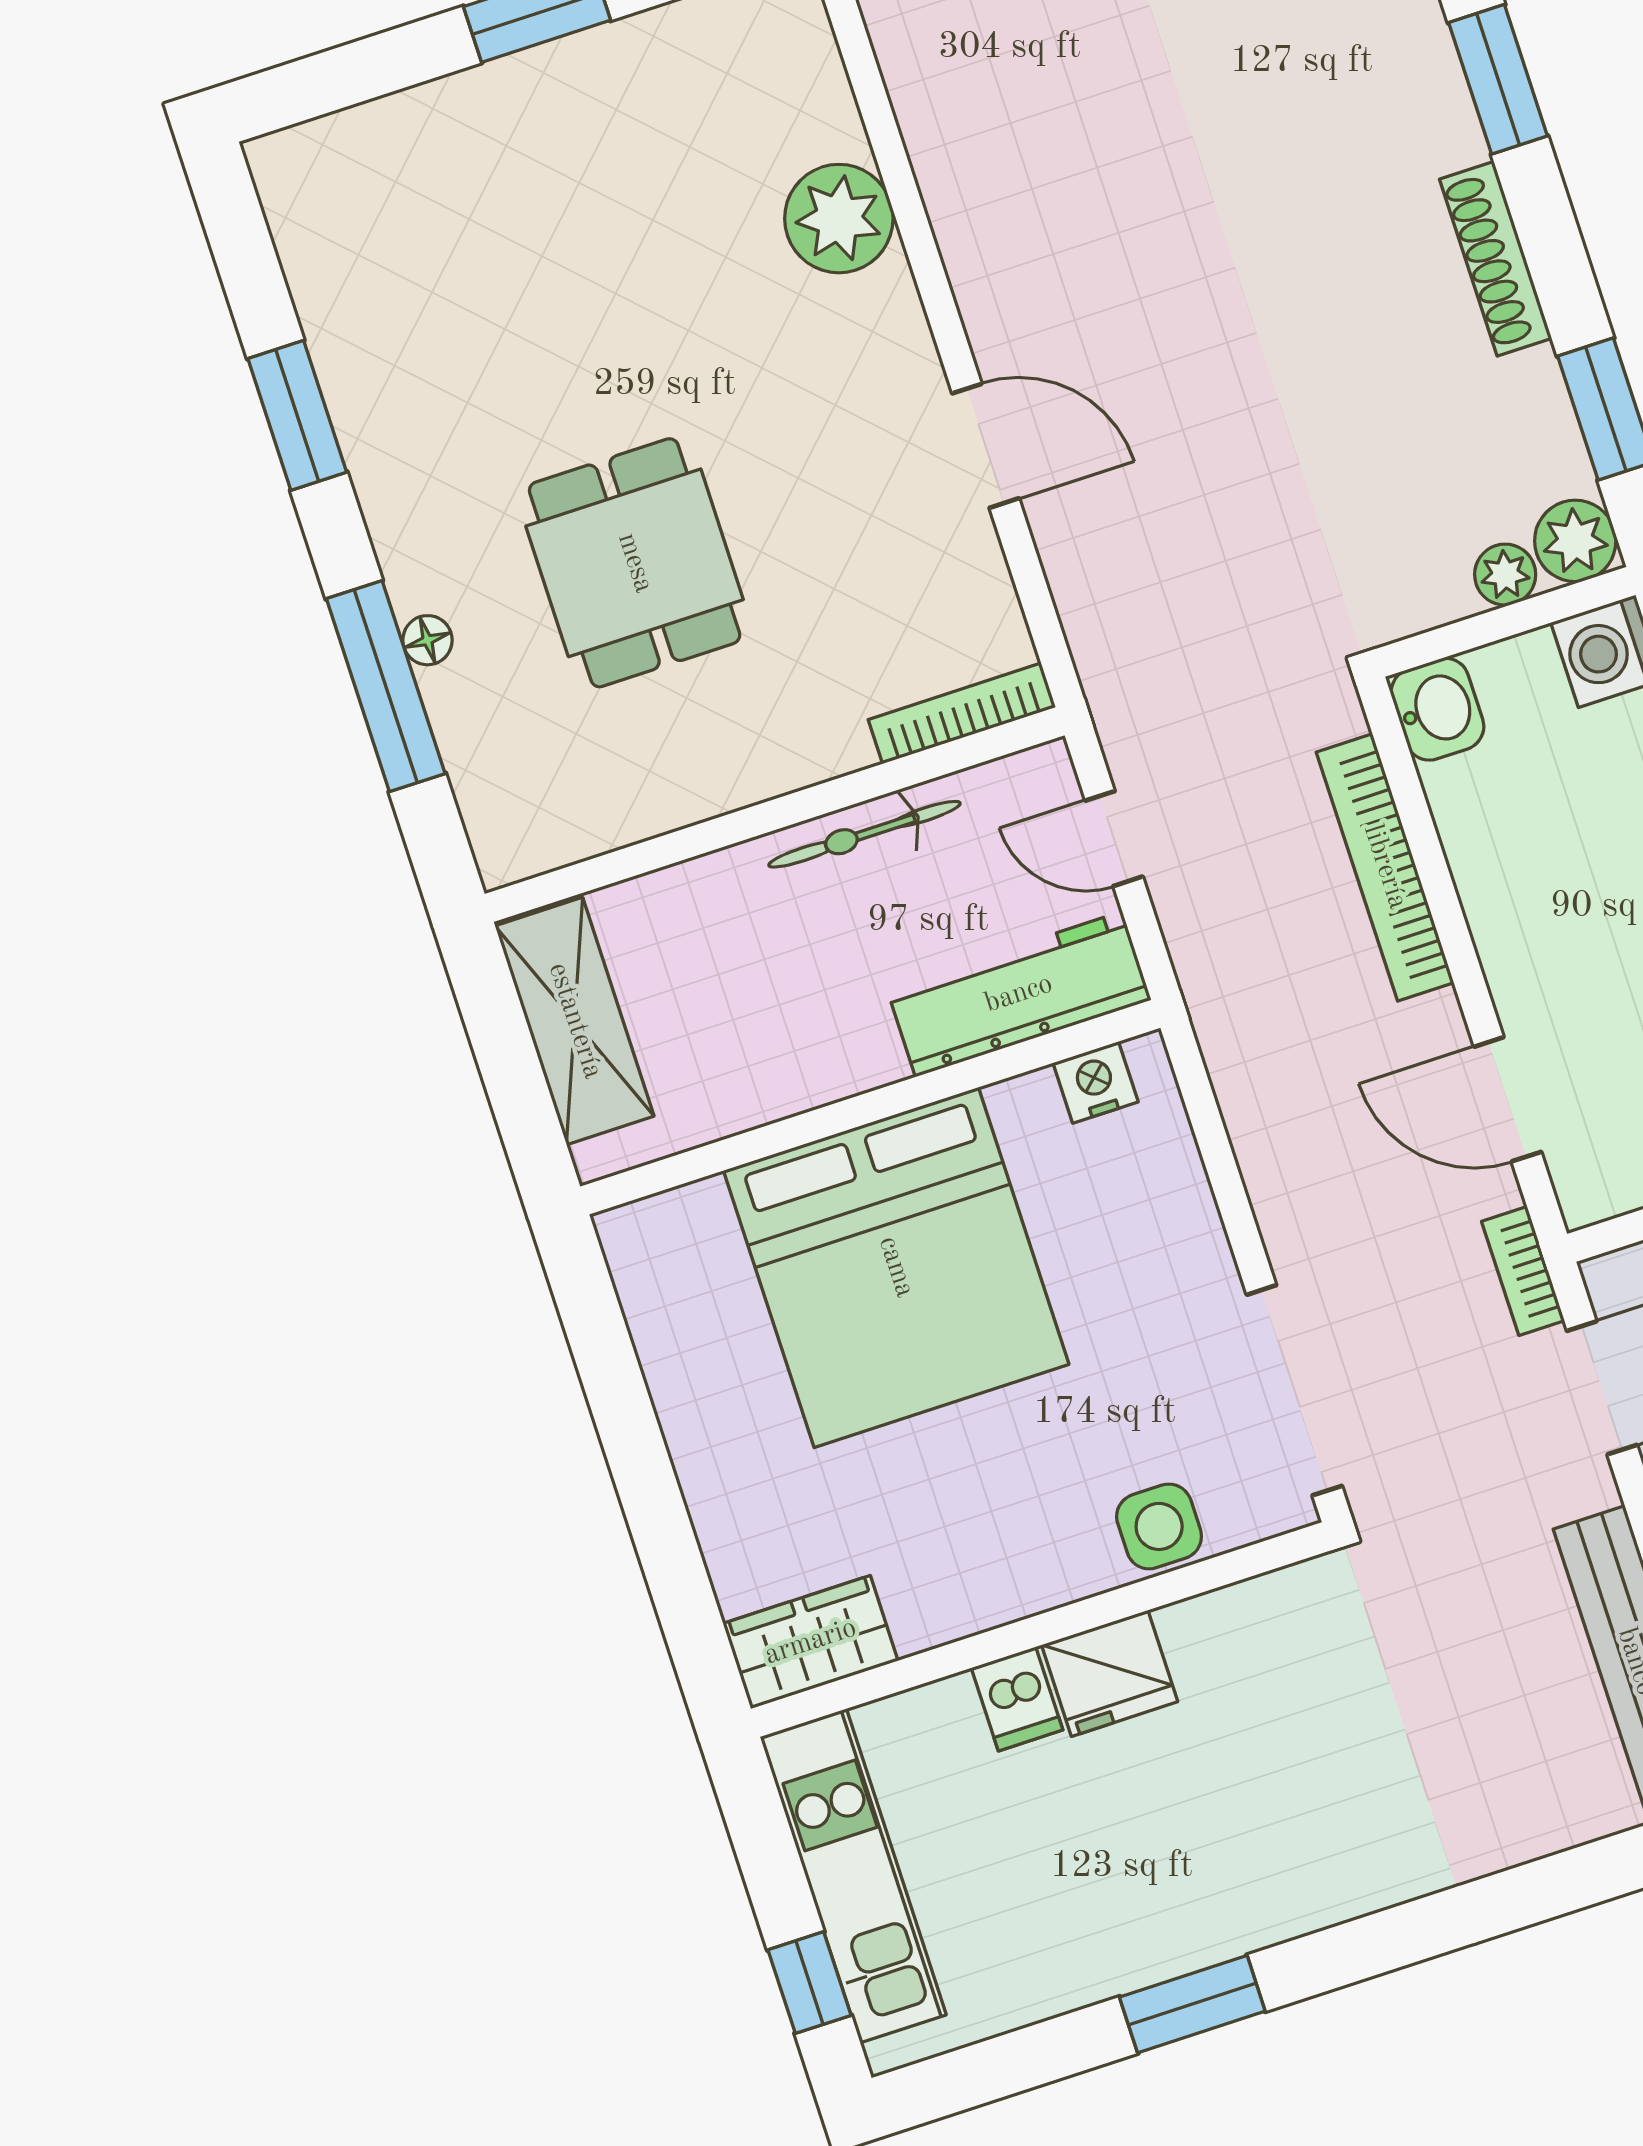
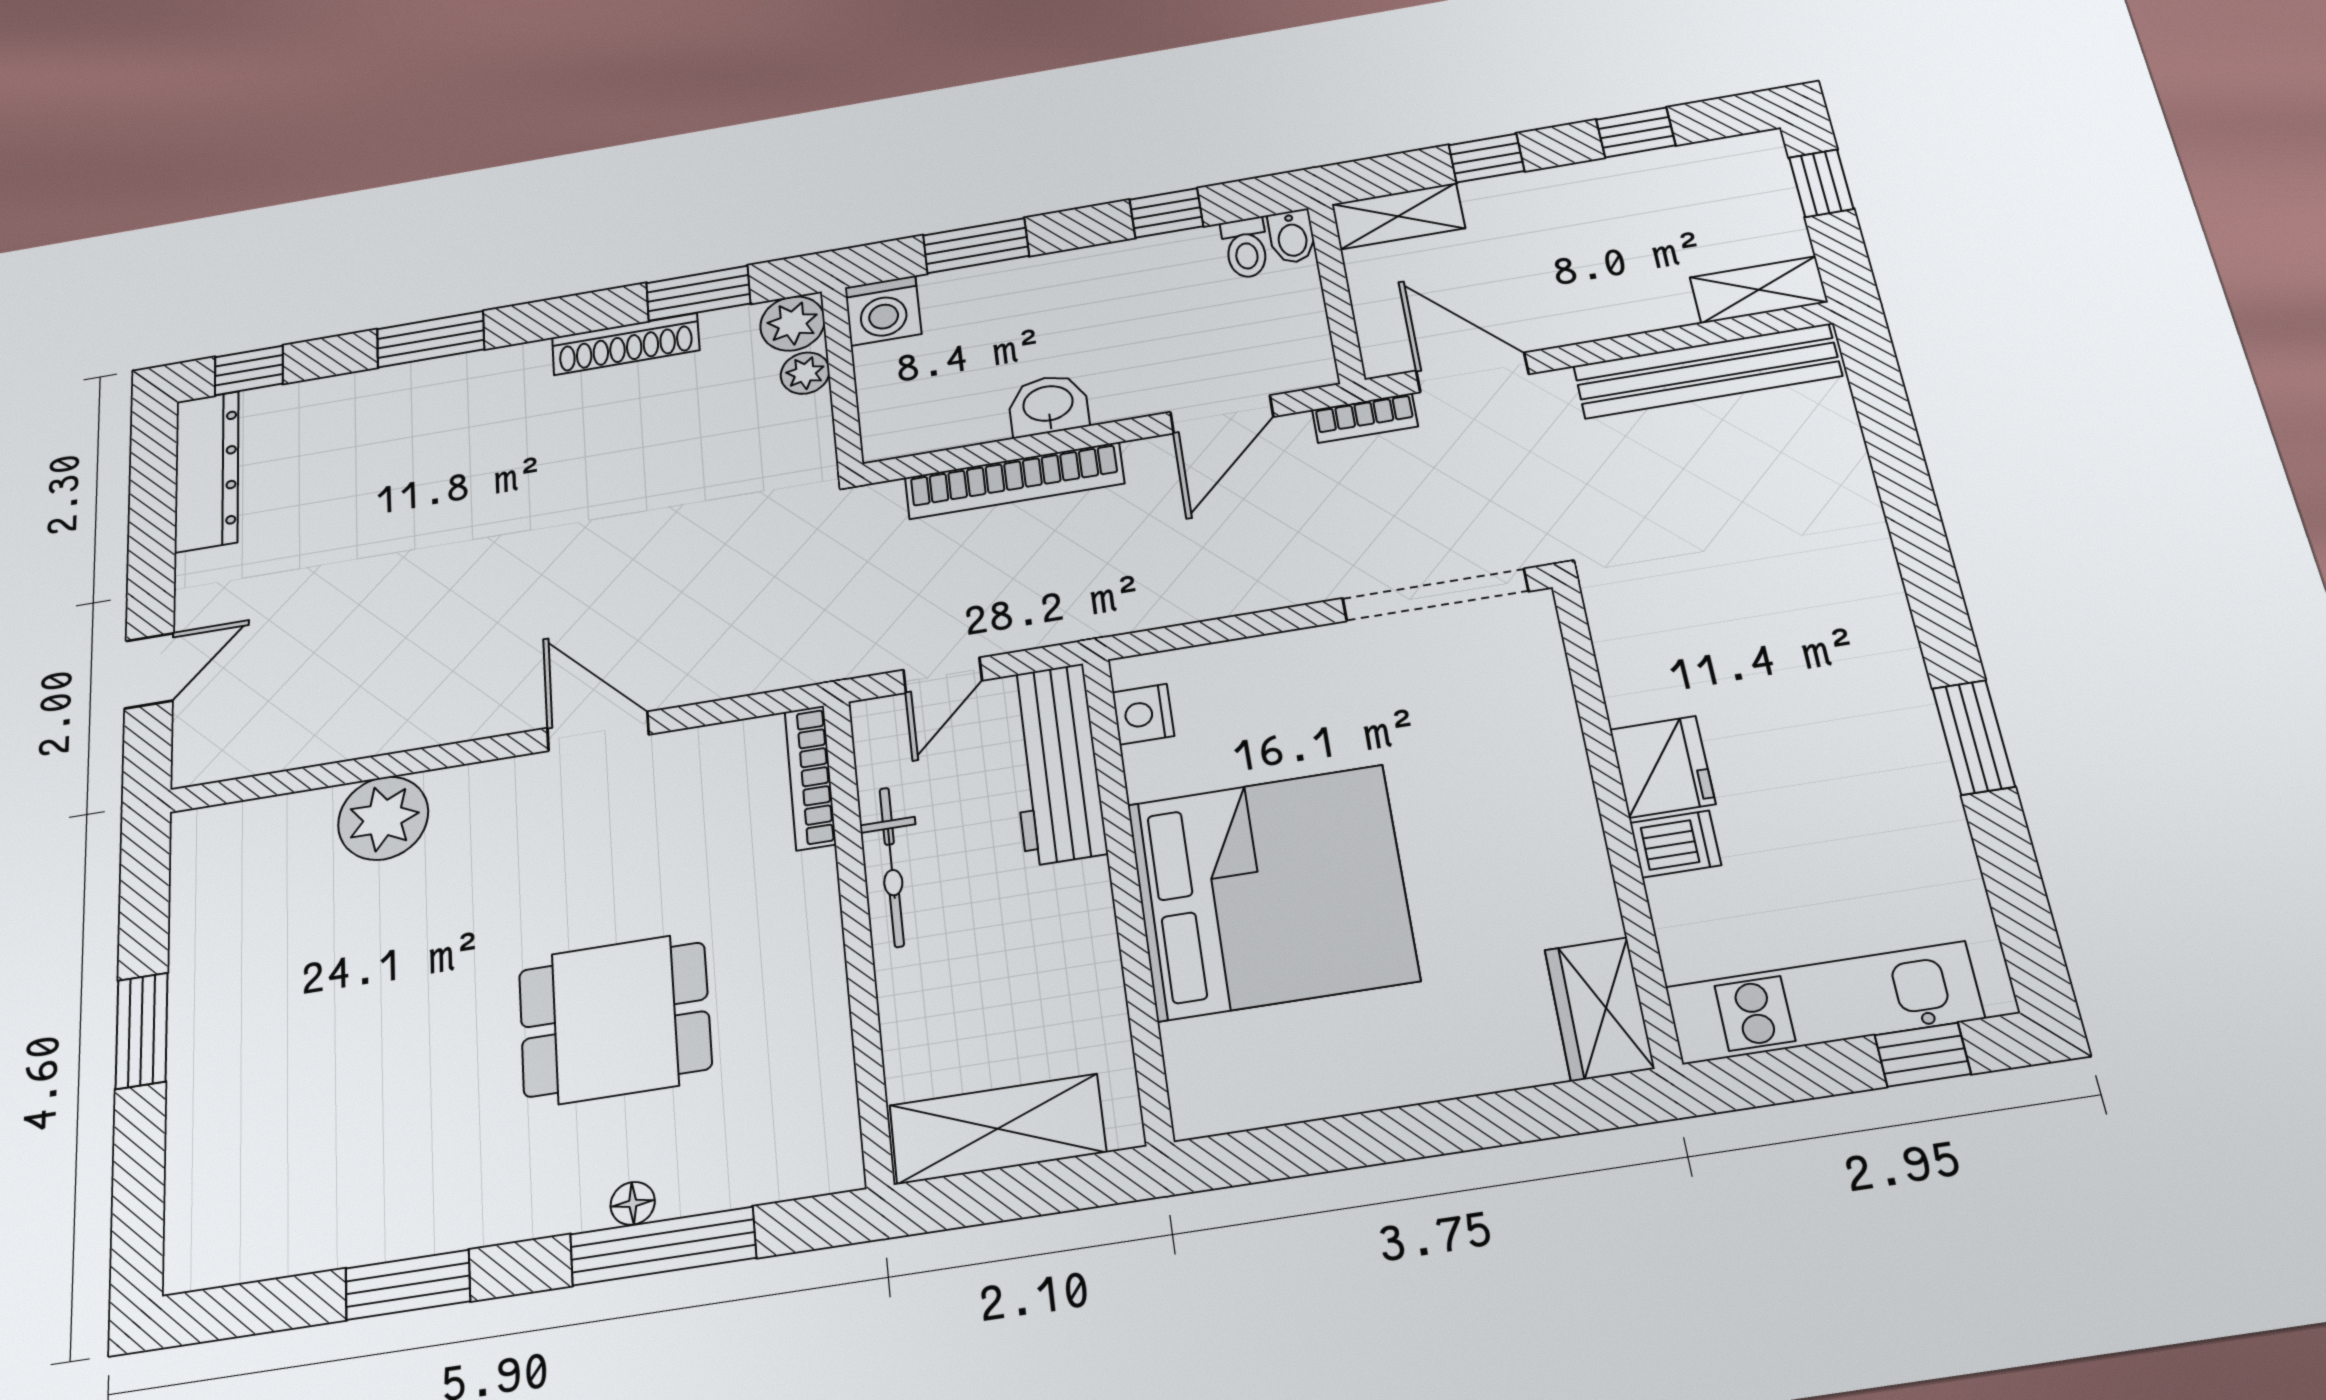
shoe rack: (1496, 259) -> (626, 344), moved
door: (986, 446) -> (598, 731), hinge flipped
washbasin: (1437, 709) -> (1048, 405), moved
side table: (1159, 1526) -> (1537, 712), removed

